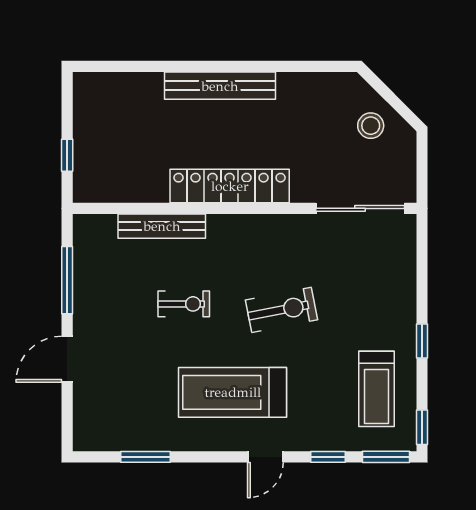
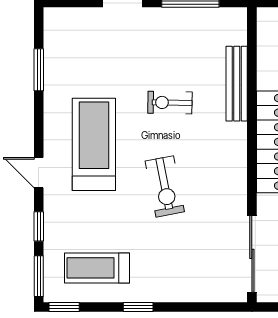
exercise bike: (184, 304) -> (170, 103), turned 91

